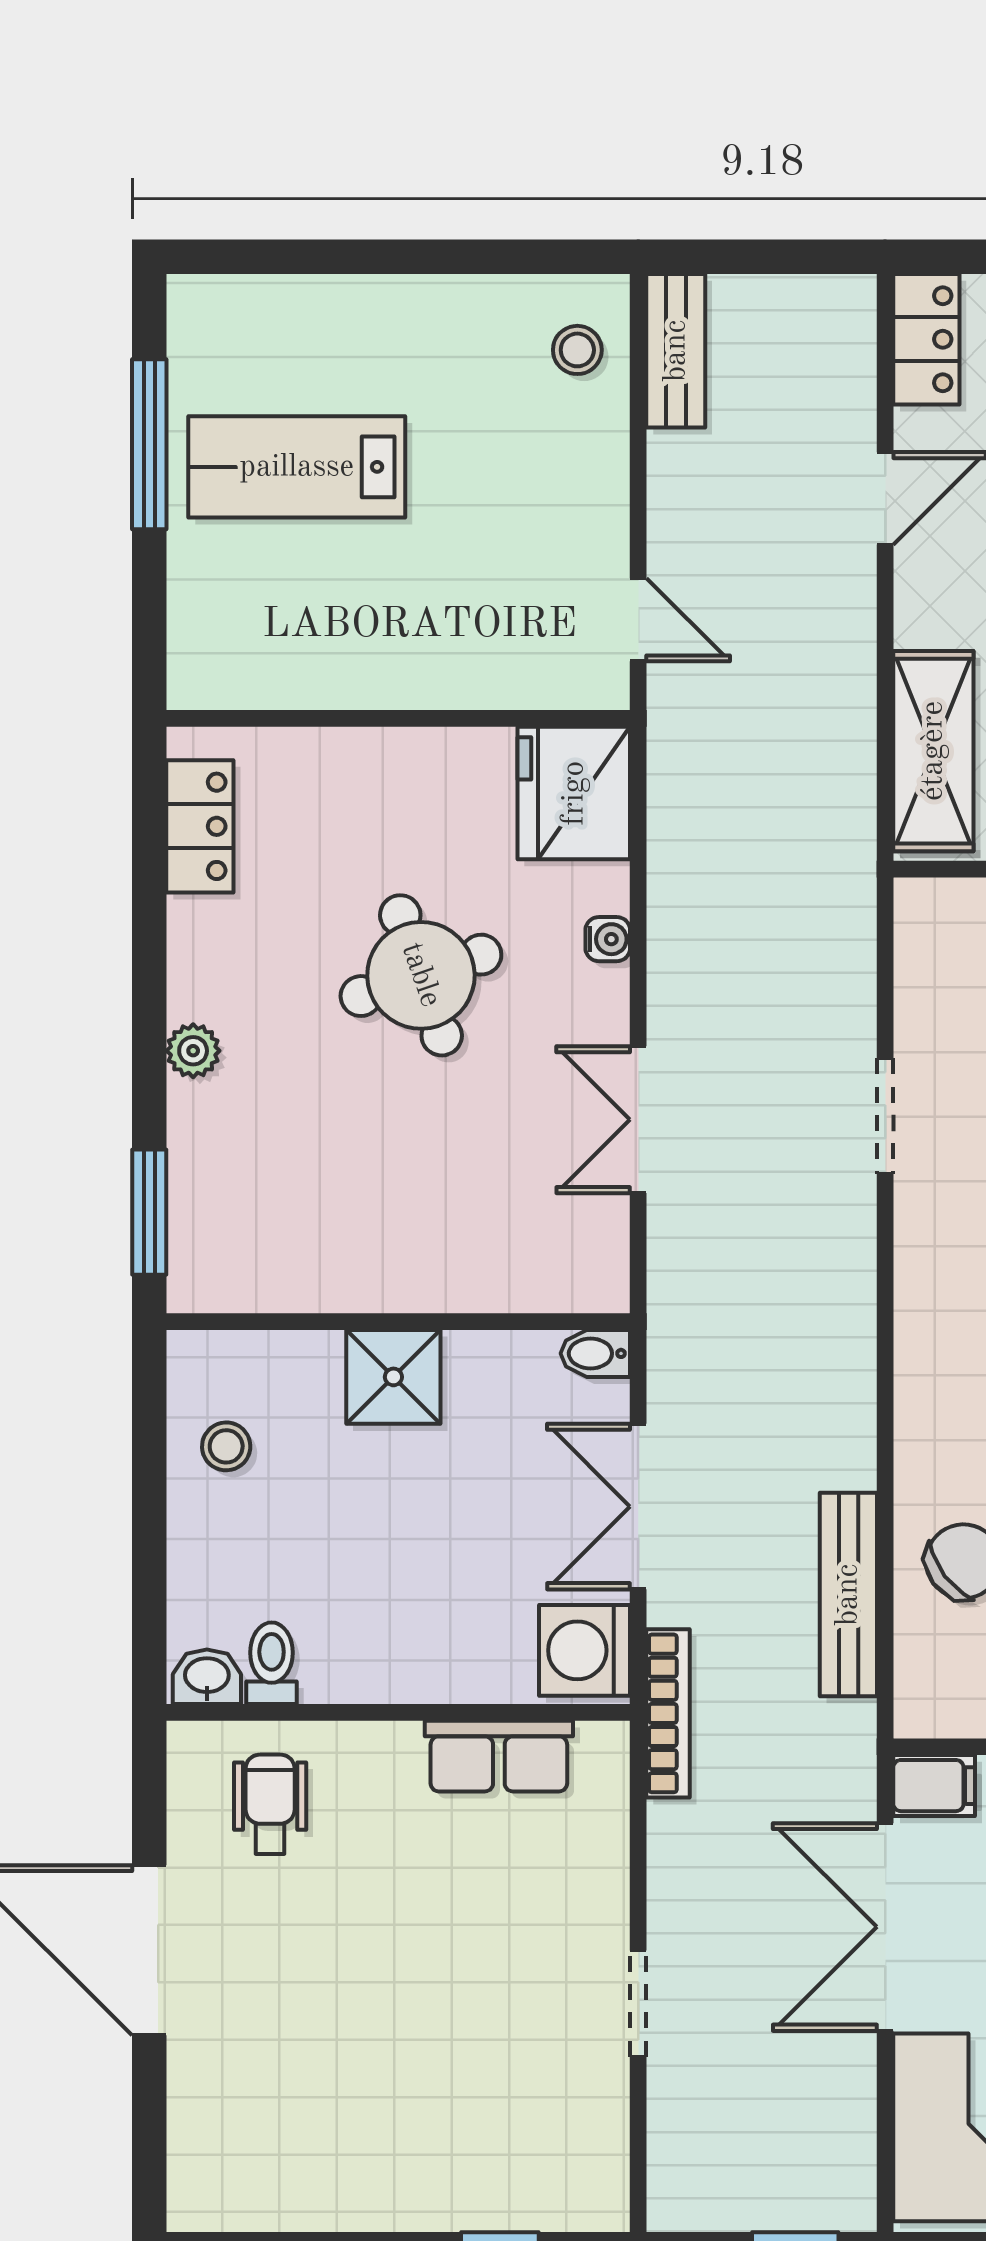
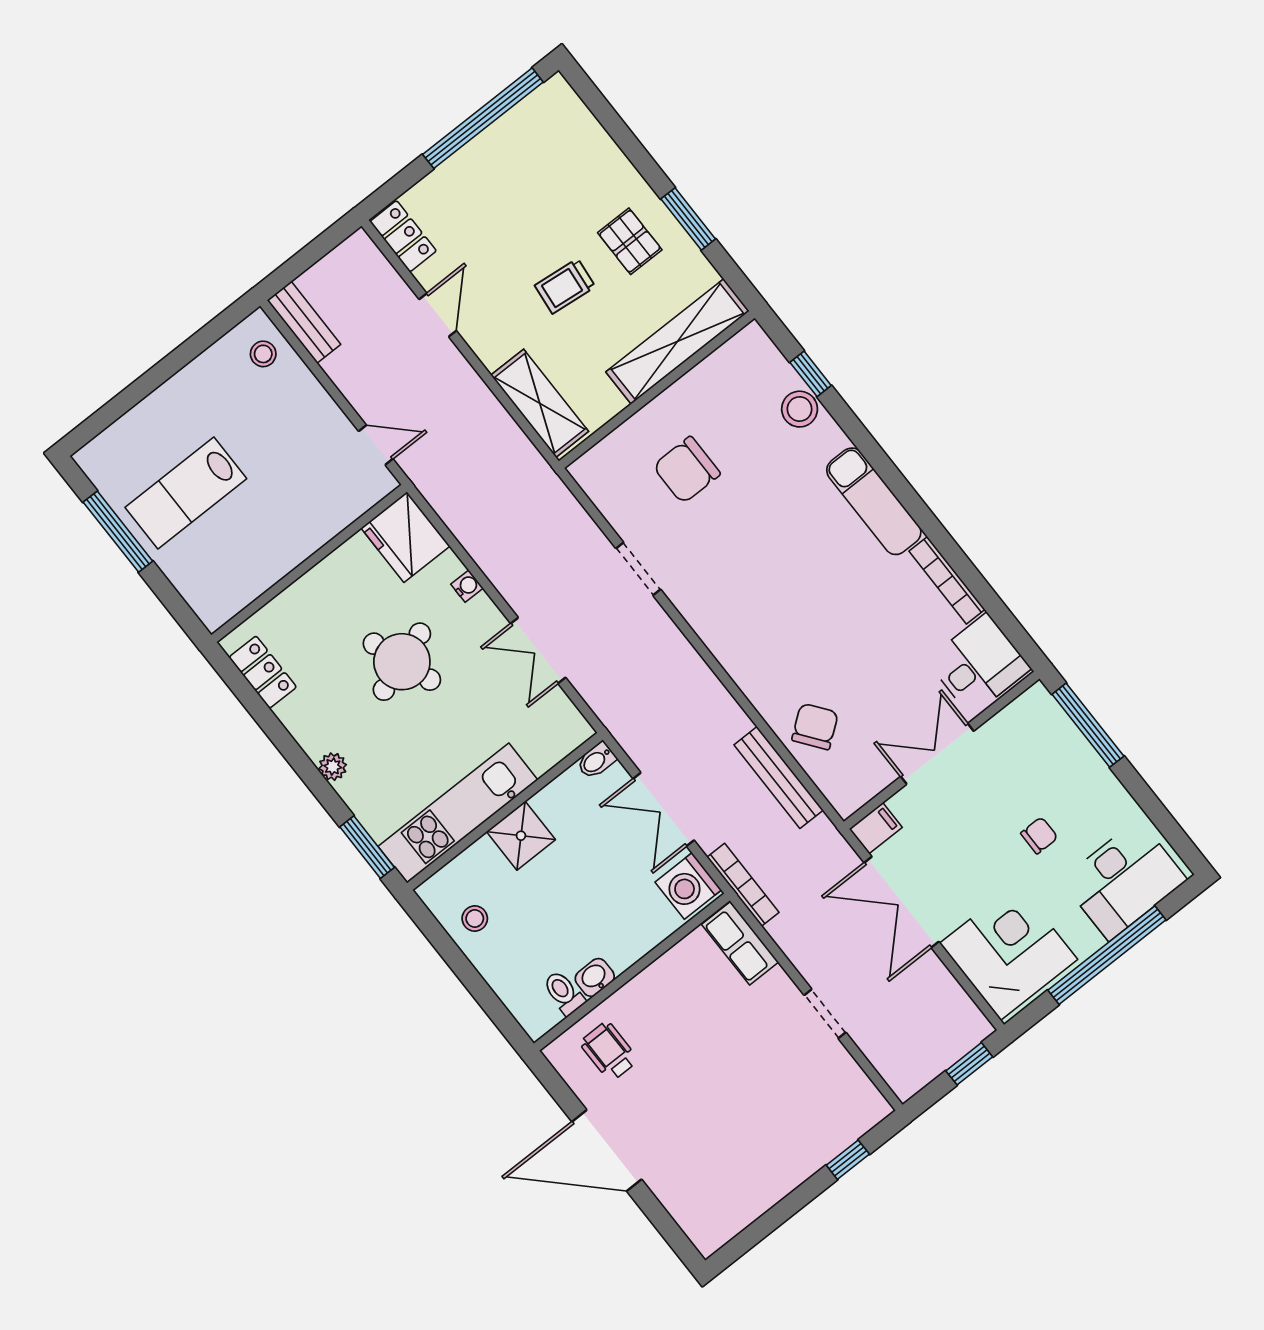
kitchen unit: (326, 1269) -> (458, 813), added
washbasin: (207, 1677) -> (595, 977), moved
row of seats: (499, 1756) -> (740, 943), moved, turned 90

